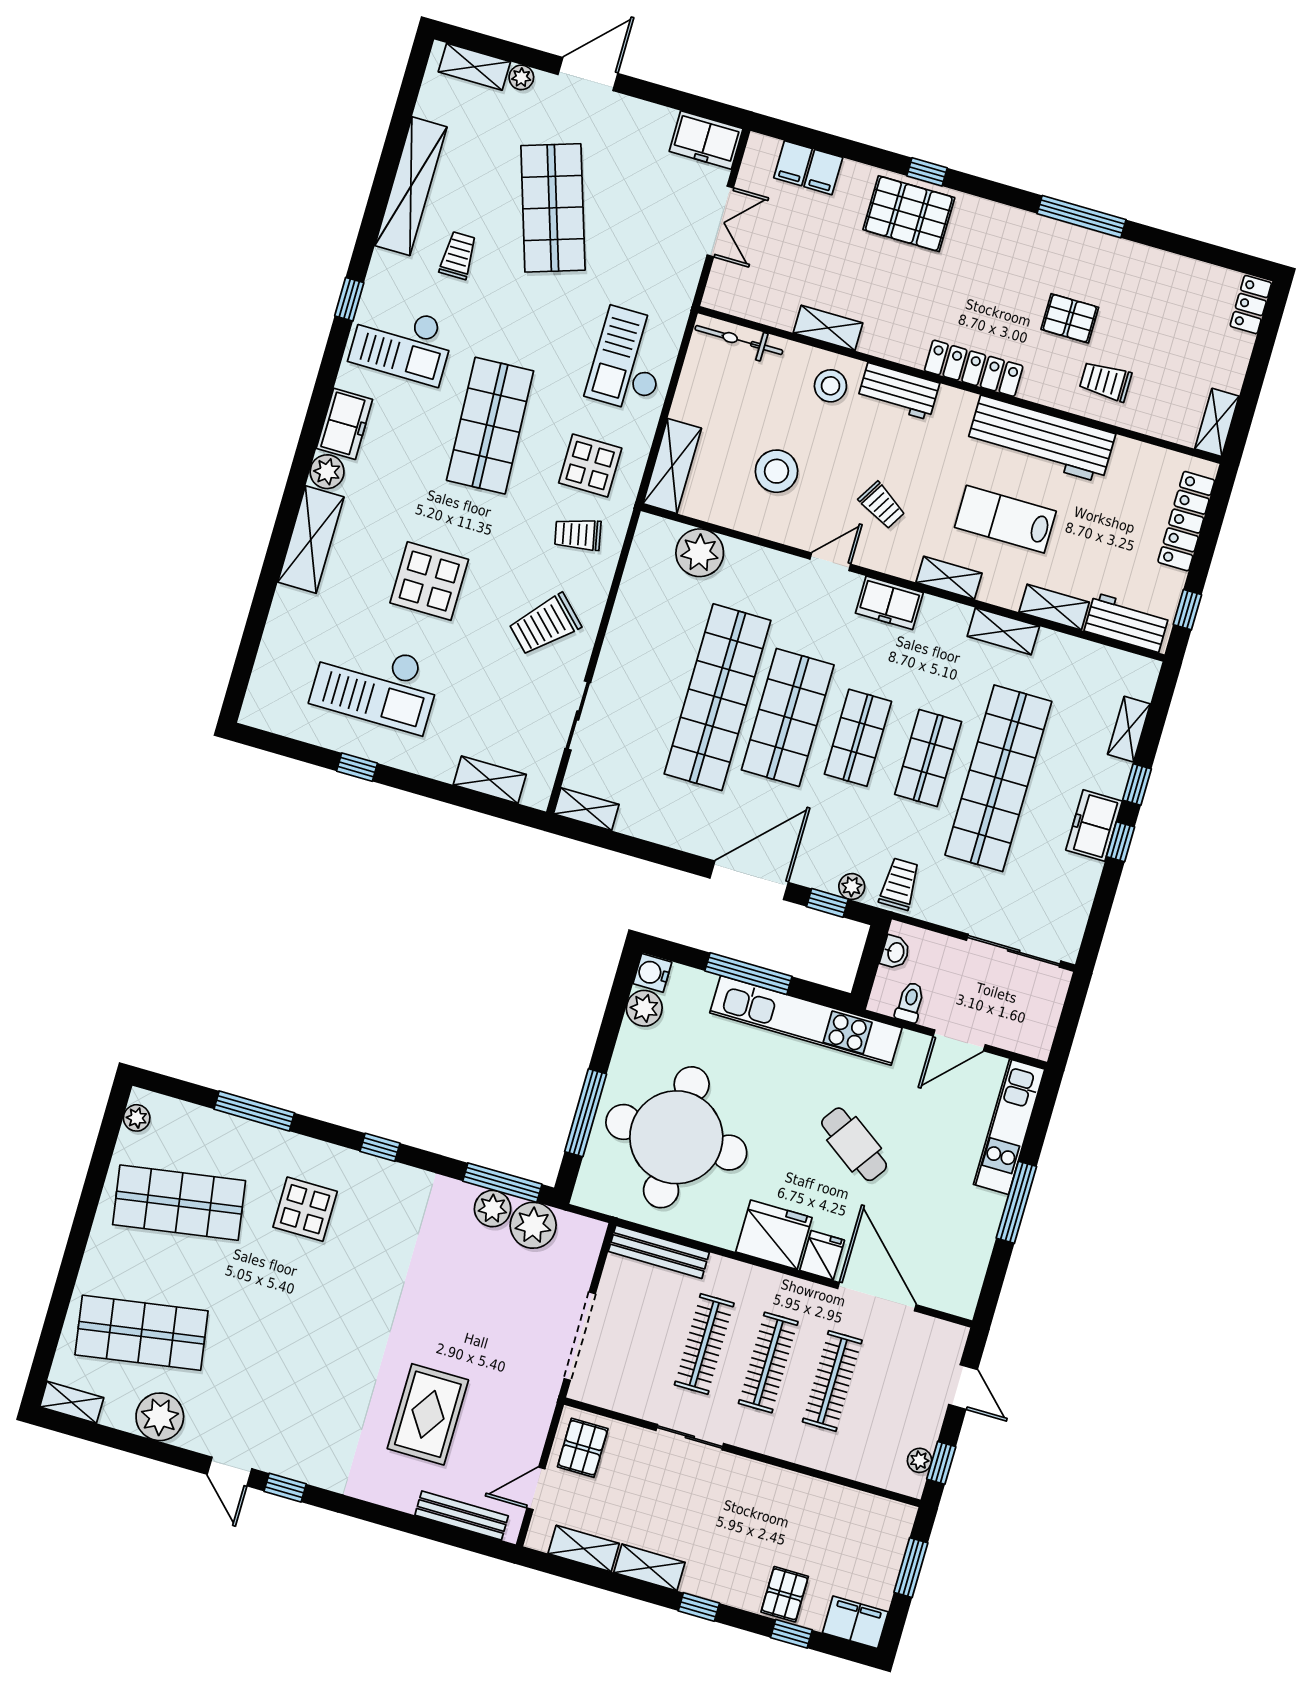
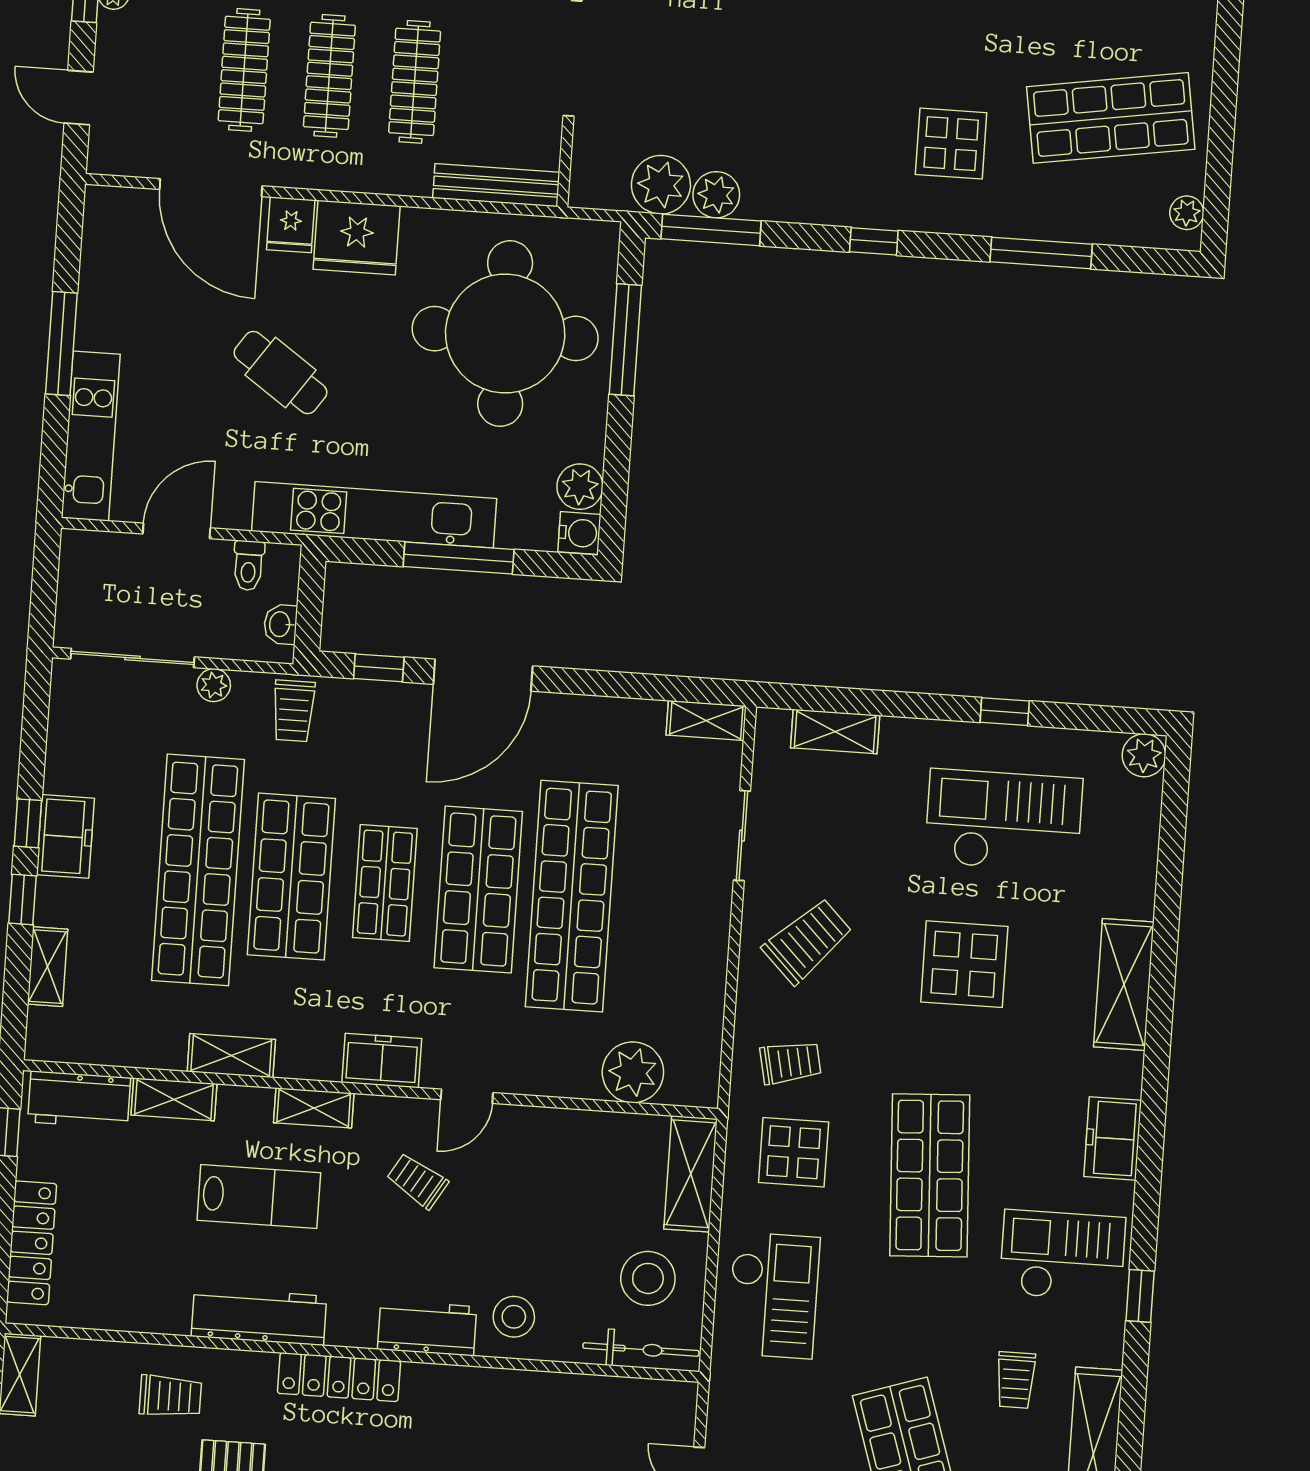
shelving: (828, 328) -> (532, 1389), removed
workbench: (1041, 439) -> (259, 1316), width x0.73, depth x0.76
stool: (776, 471) -> (648, 1278), moved
plant: (327, 472) -> (1144, 755), moved
shop shelf: (928, 758) -> (291, 877), width x1.43, depth x1.36
plant: (852, 887) -> (214, 685), moved

